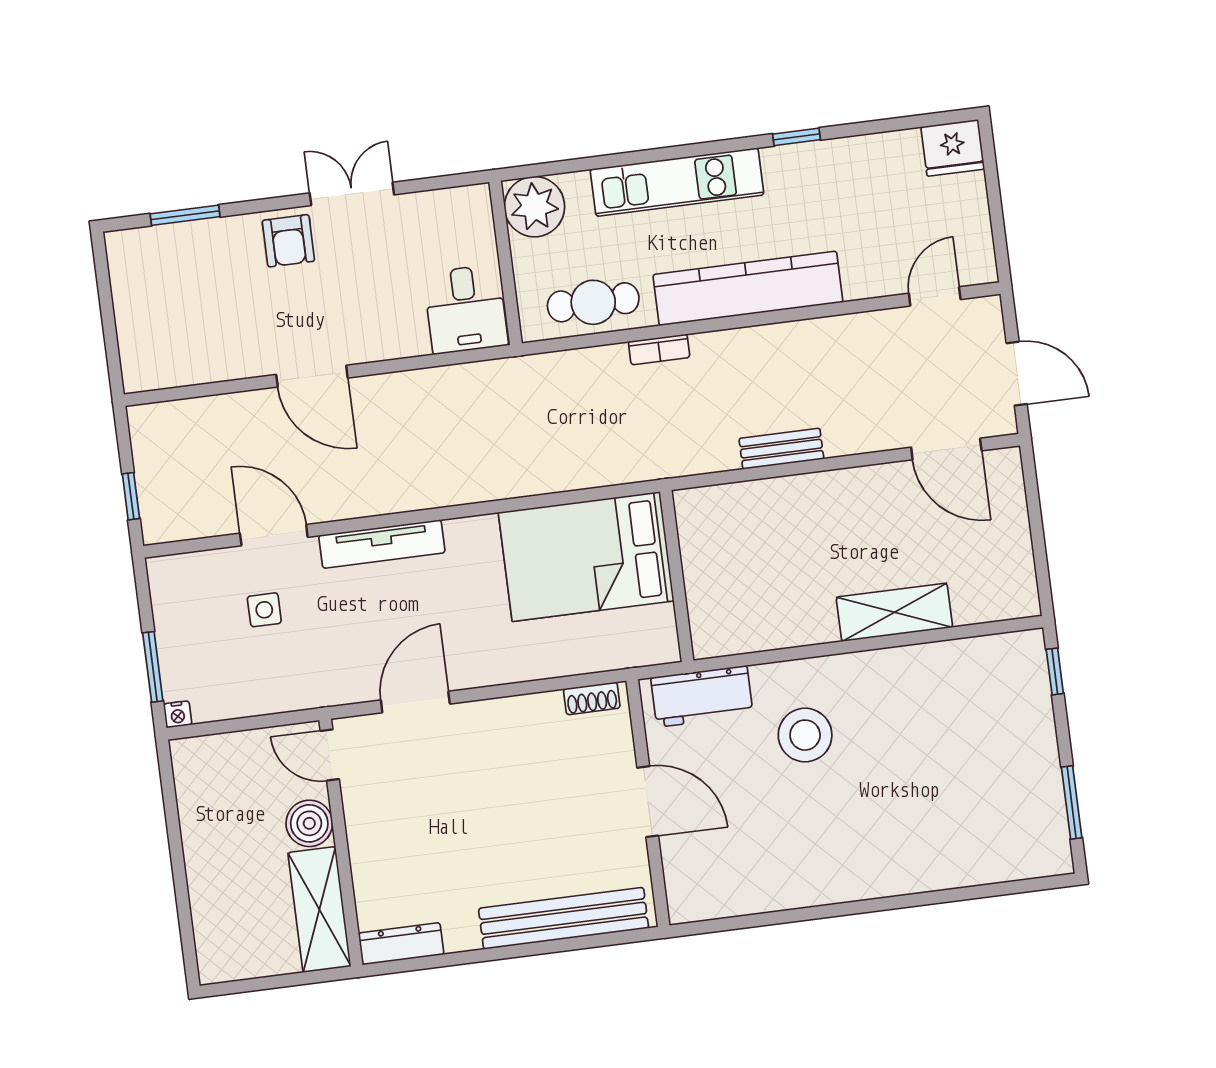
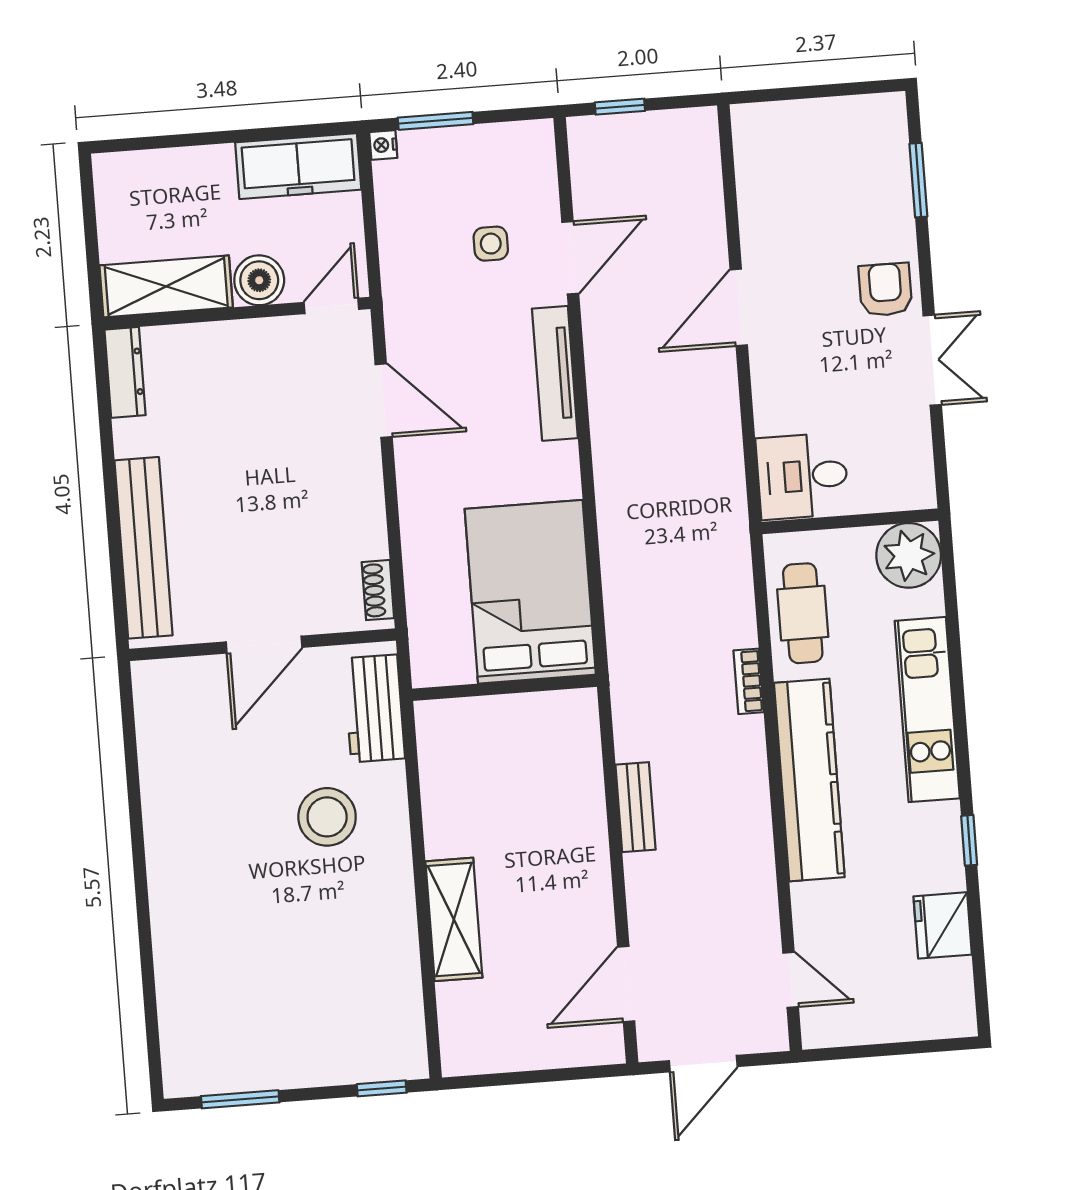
fridge: (953, 148) -> (943, 925), moved
armchair: (288, 241) -> (885, 290), turned 90
freezer: (201, 792) -> (298, 166), added

